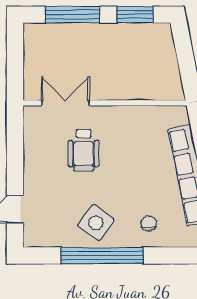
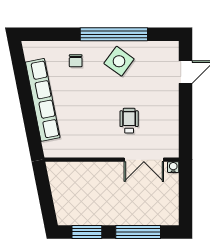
water cooler: (30, 94) -> (173, 167), added
wheelchair: (84, 150) -> (129, 121), width x0.73, depth x0.73

